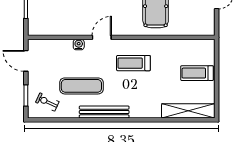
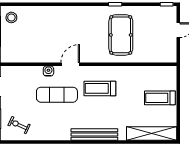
exercise mat: (81, 86) -> (57, 95), moved
bench: (104, 112) -> (94, 134), moved

